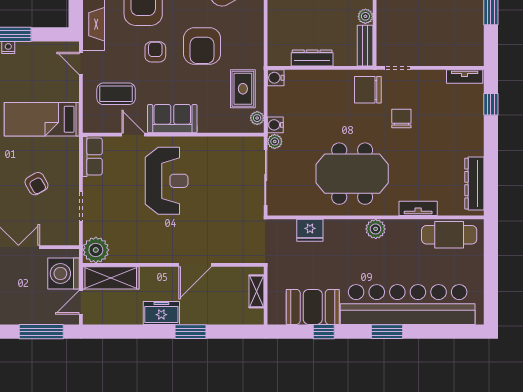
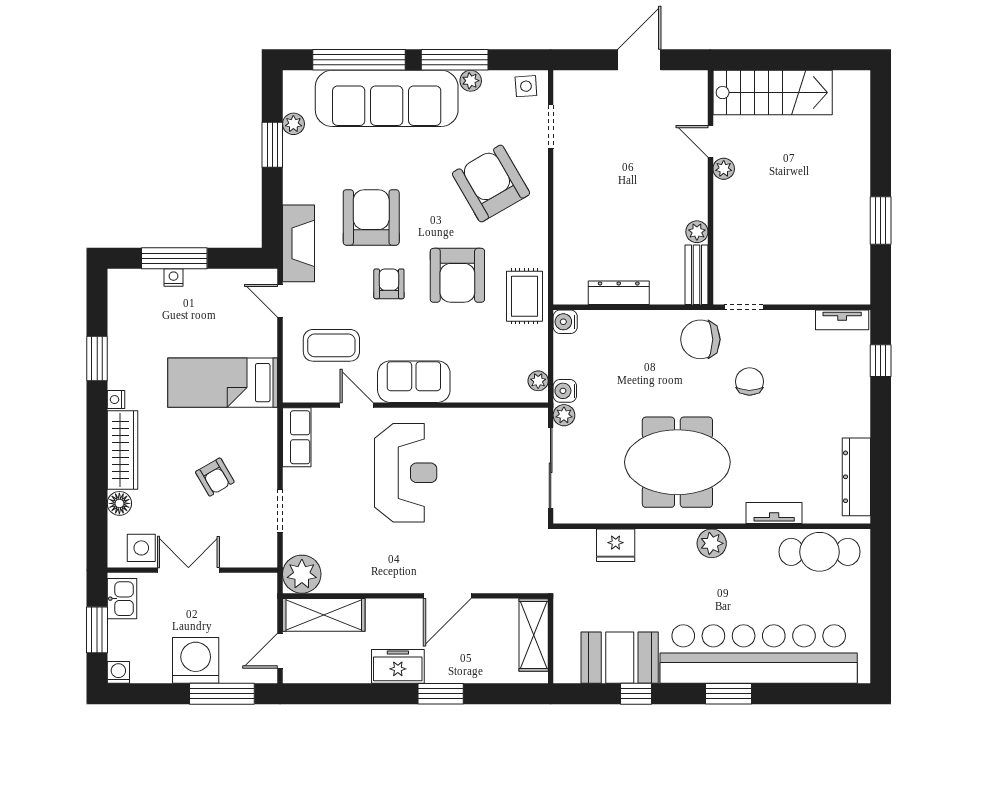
rug: (243, 89) -> (524, 296), moved
washing machine: (64, 274) -> (196, 660), moved, turned 90
shelving: (256, 291) -> (534, 635), width x1.50, depth x1.33

